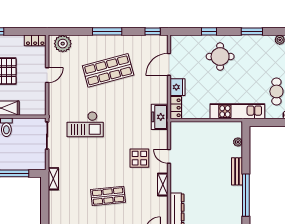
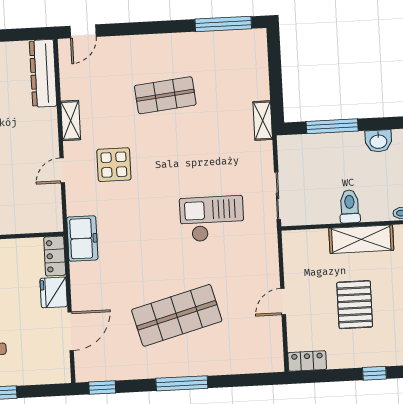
plant: (63, 44) -> (259, 358), removed
door: (169, 156) -> (62, 170), swing flipped

